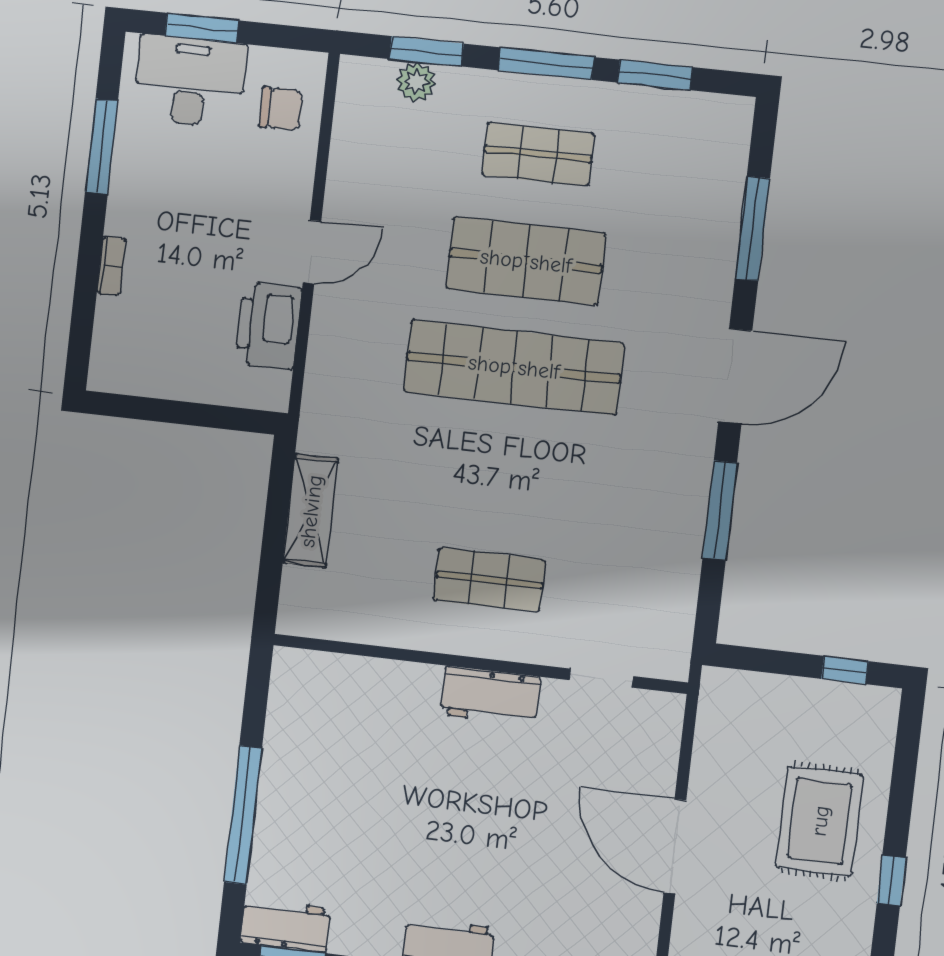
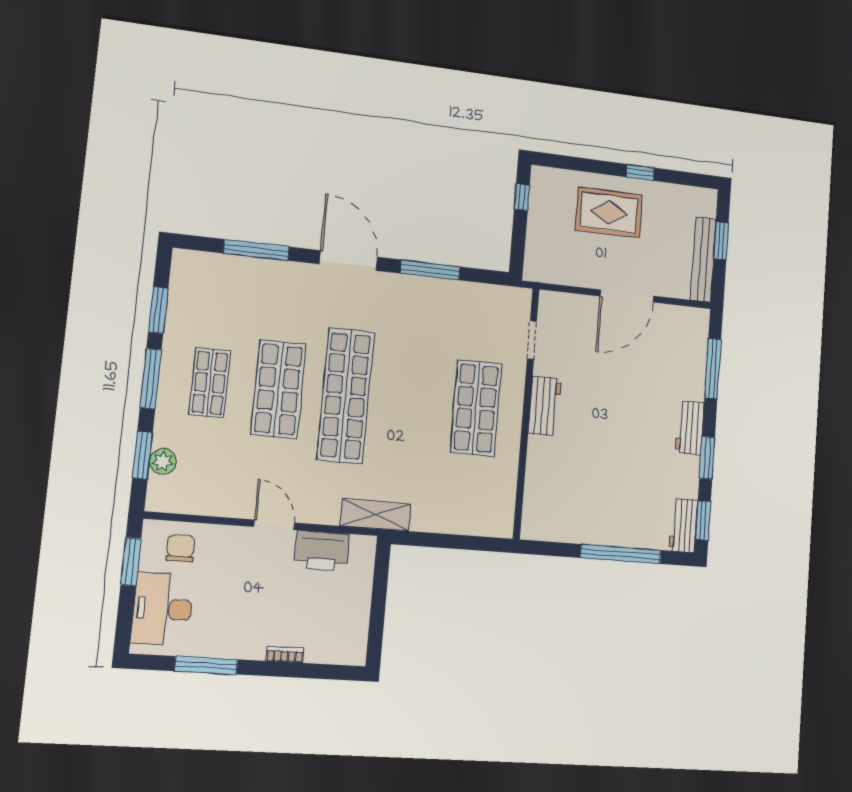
window: (202, 28) -> (131, 562), moved
shelving: (311, 511) -> (375, 515), moved
shop shelf: (489, 580) -> (476, 408), width x1.43, depth x1.36

